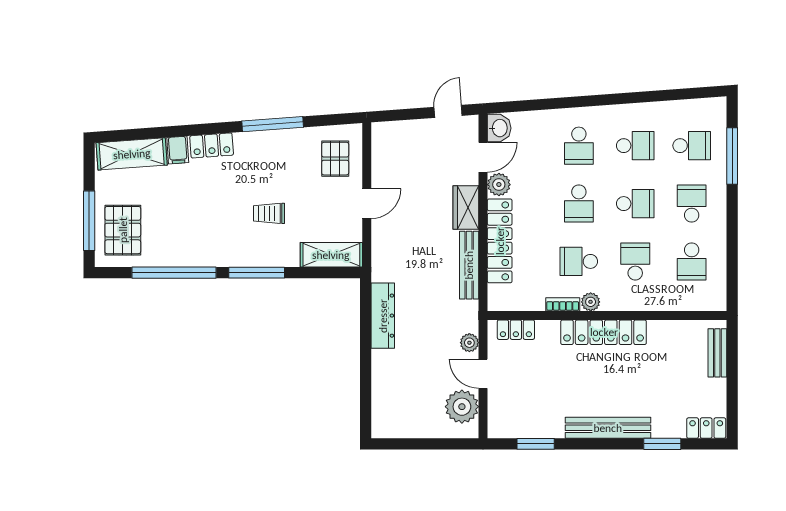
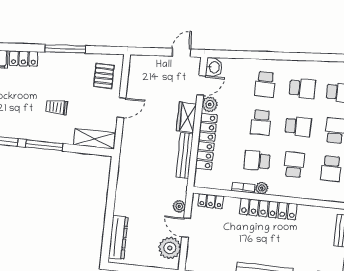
dresser: (383, 316) -> (118, 237), moved

